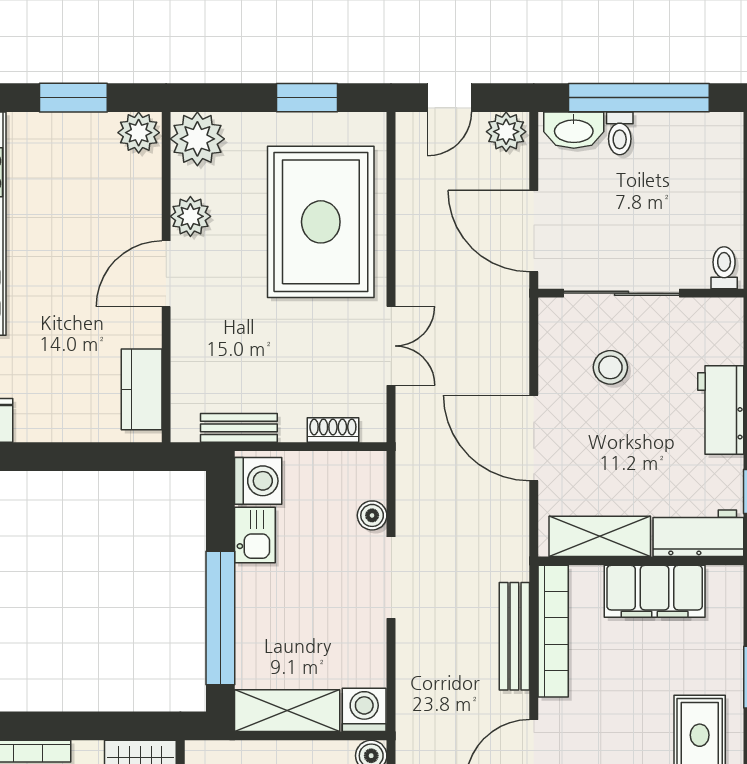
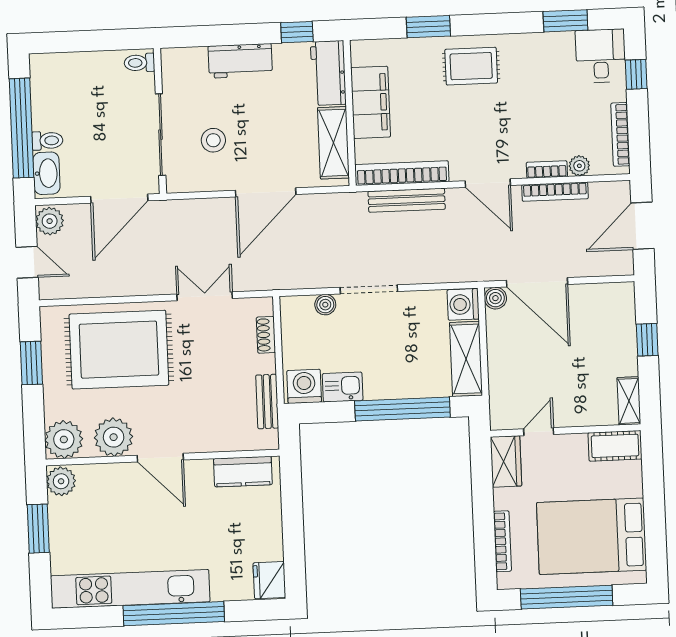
plant: (190, 216) -> (114, 437), width x1.36, depth x1.36

